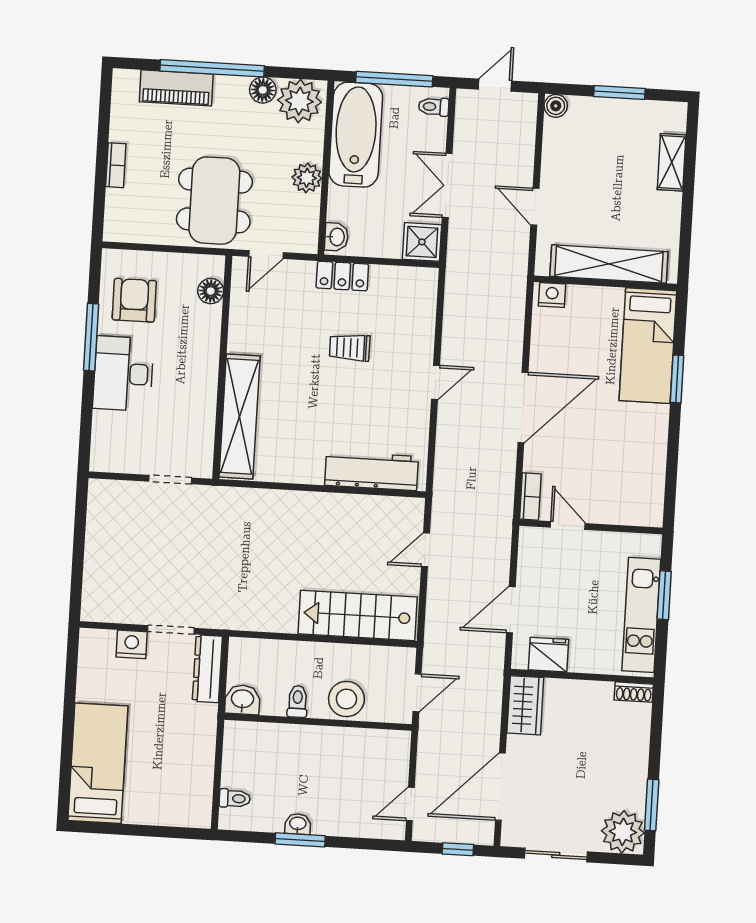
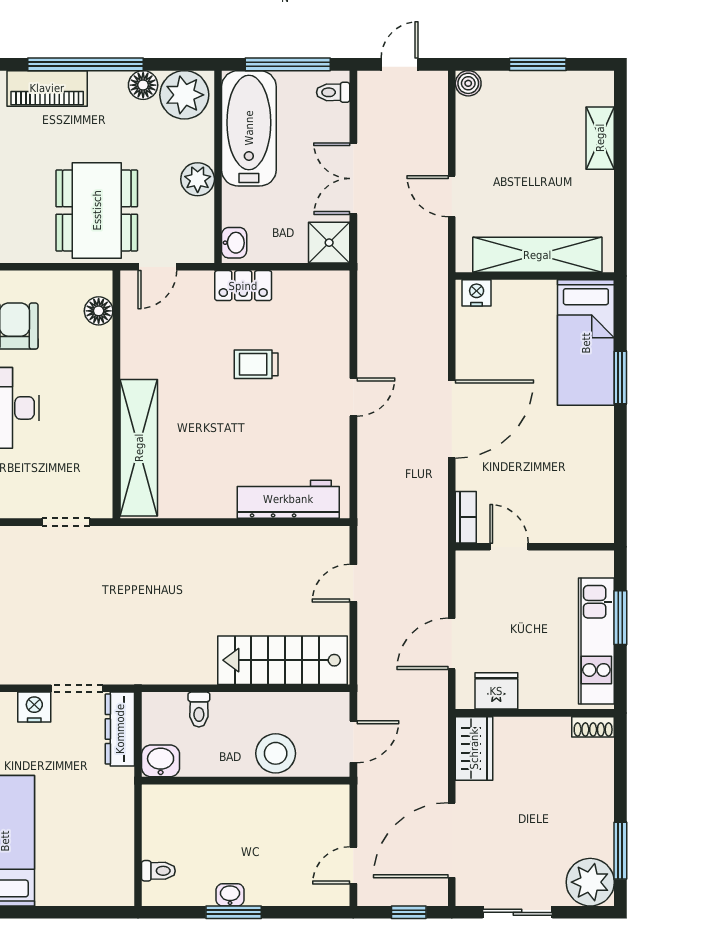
toilet: (297, 701) -> (199, 710), moved, turned 180

